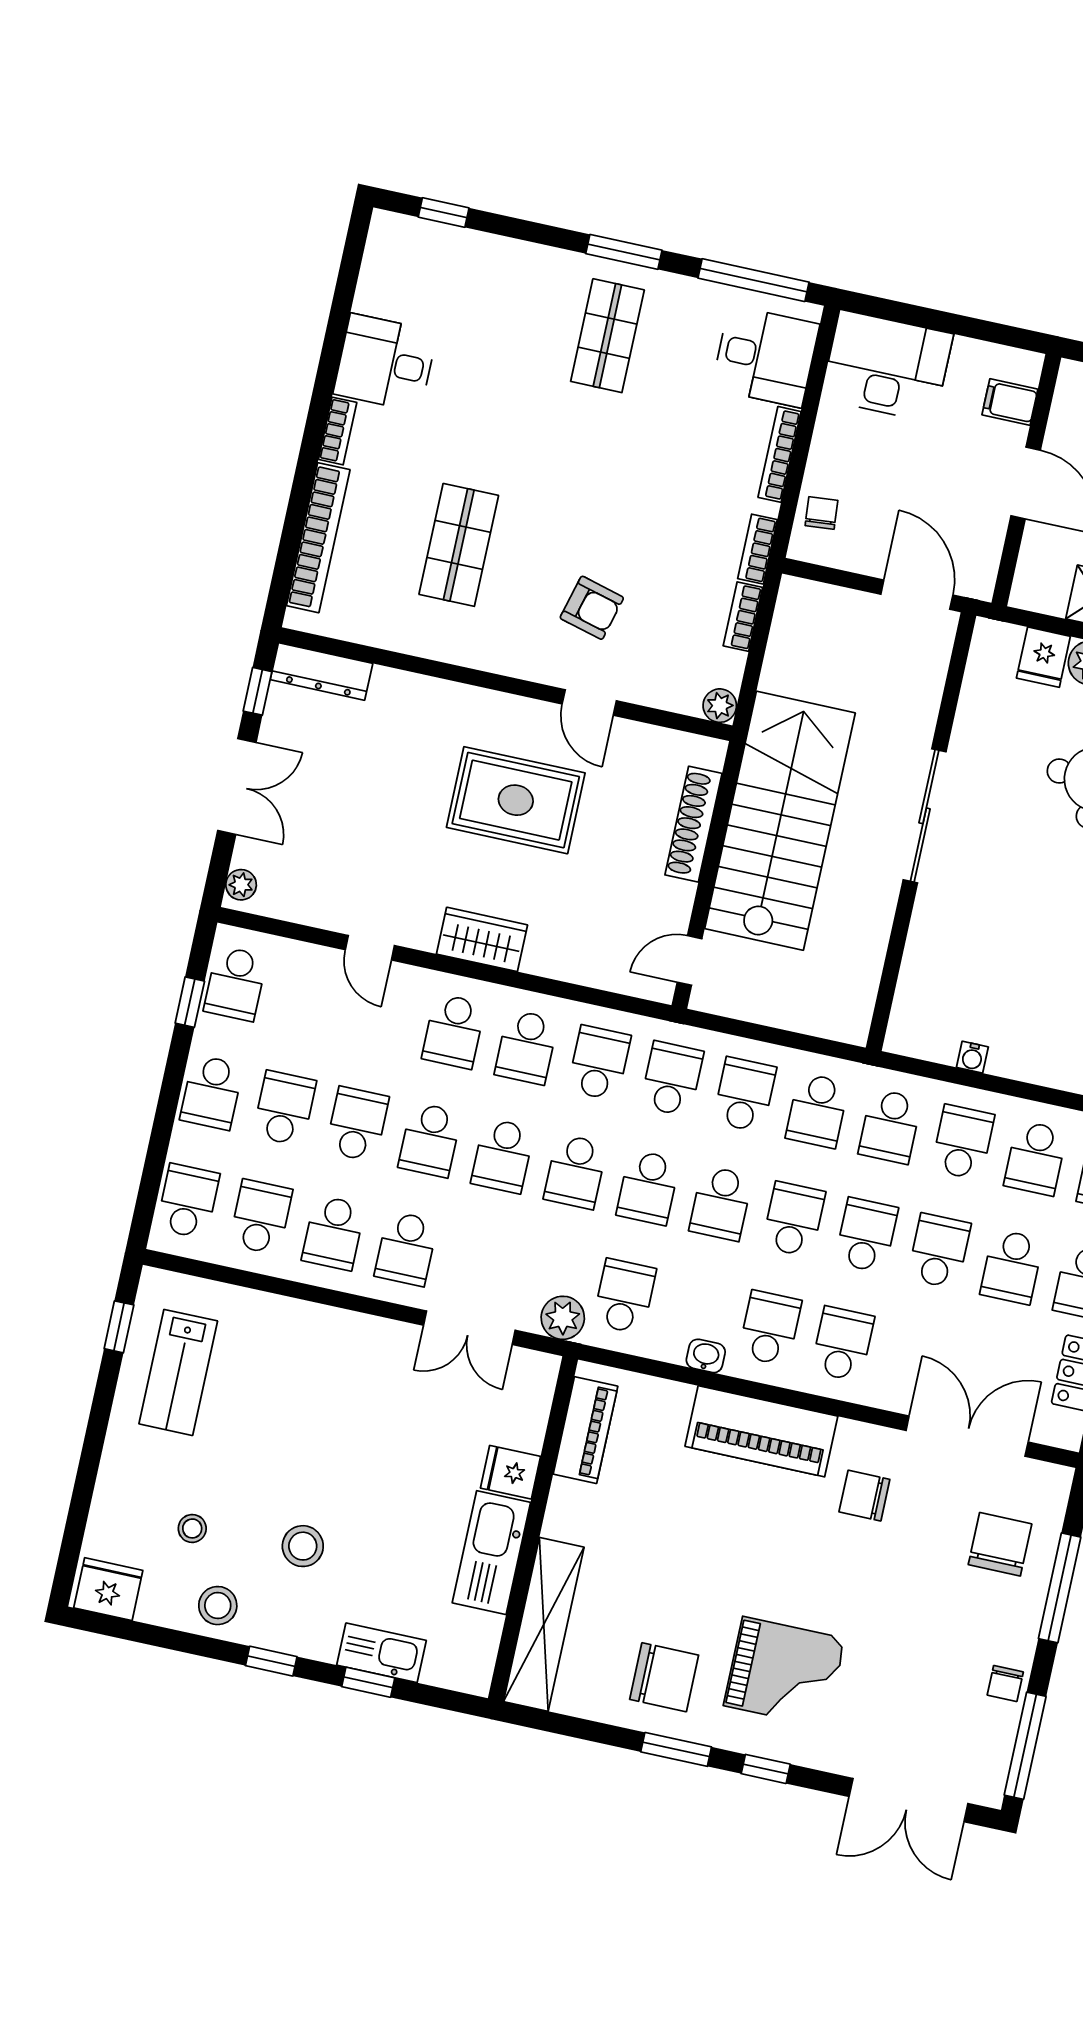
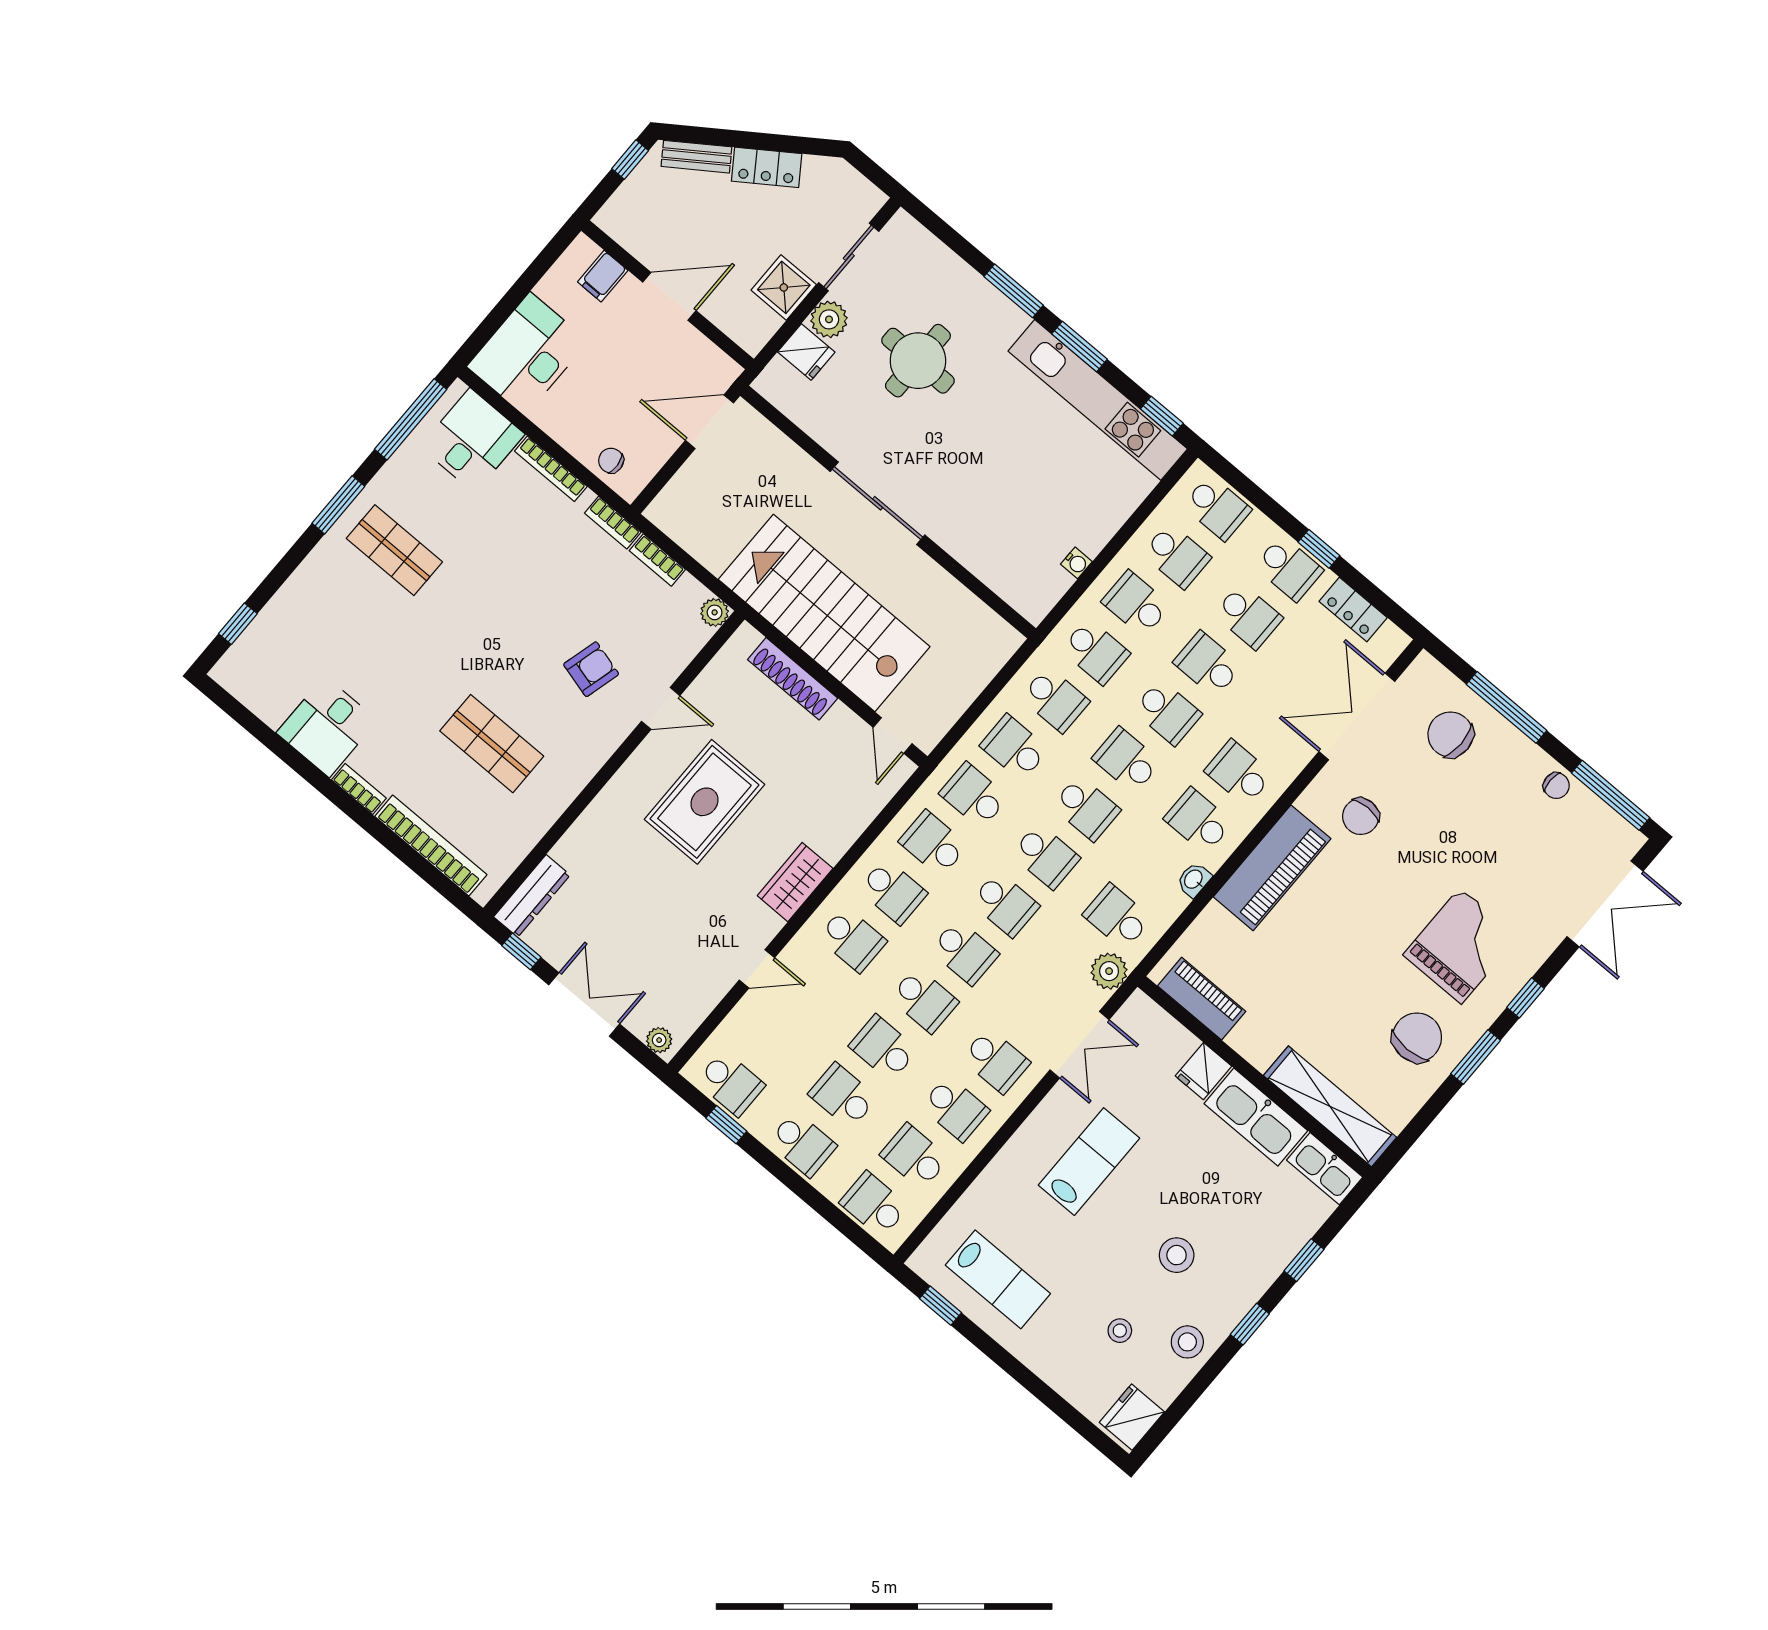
school desk: (866, 1235) -> (1167, 712), turned 180
lab bench: (352, 1402) -> (1089, 1162), added
kitchen sink: (381, 1653) -> (1325, 1169), moved, turned -90

